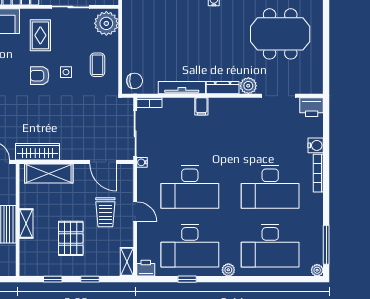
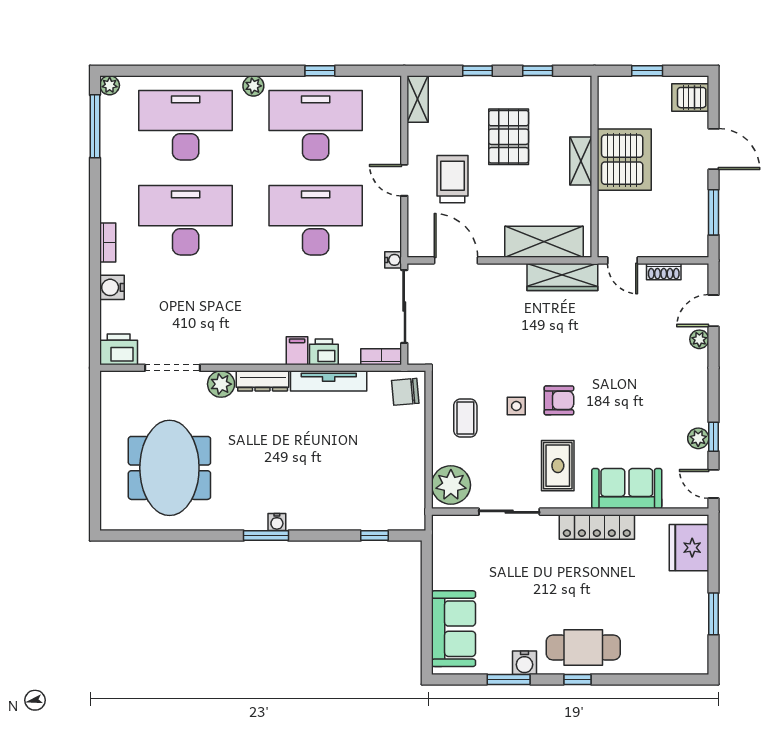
meeting table: (280, 34) -> (169, 468), turned 90
bookcase: (318, 173) -> (108, 242), width x0.64
printer: (146, 268) -> (324, 352), moved, turned 180

